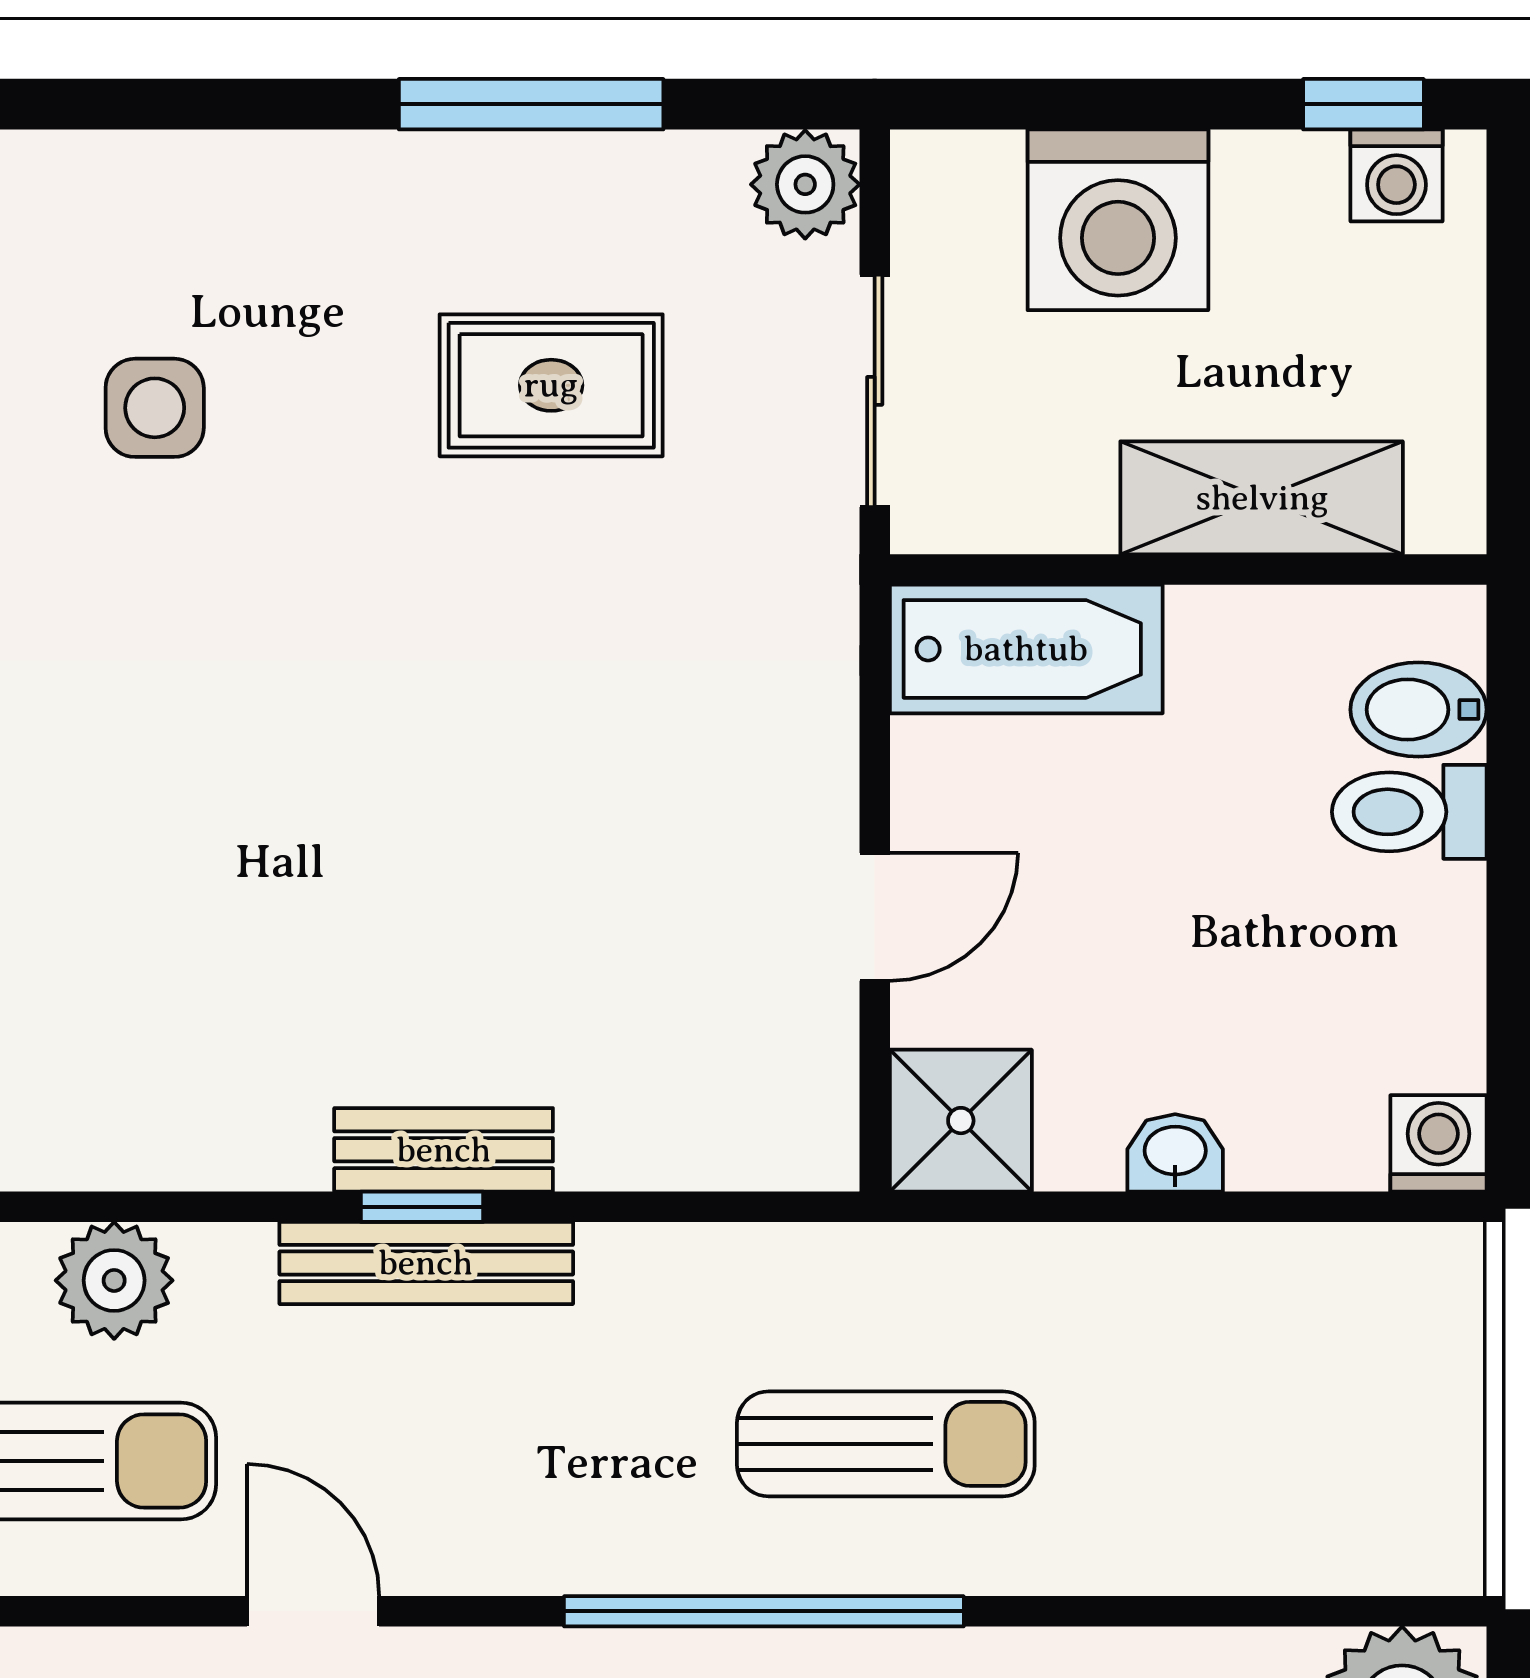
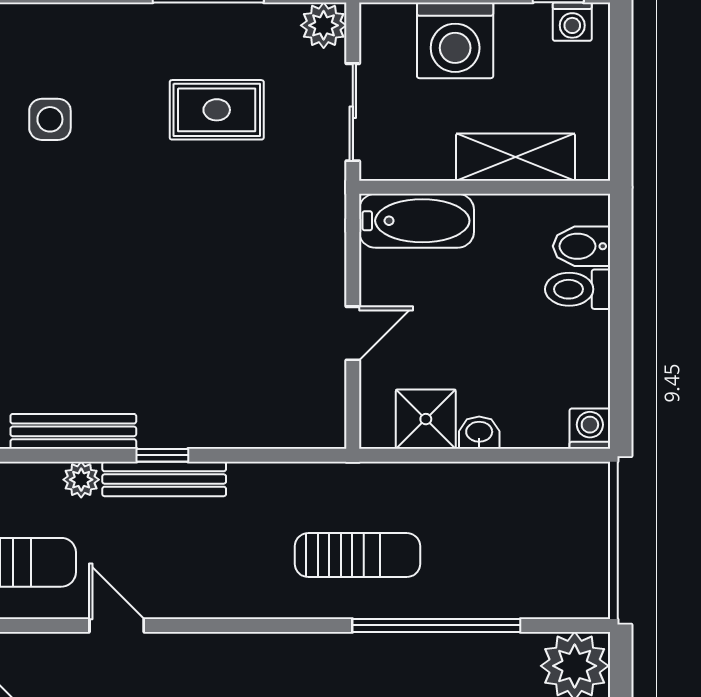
shower: (961, 1121) -> (426, 419), moved
bench: (444, 1150) -> (73, 431), moved, width x1.36
plant: (114, 1280) -> (81, 480), moved, width x0.73, depth x0.73
window: (764, 1611) -> (436, 625), moved

